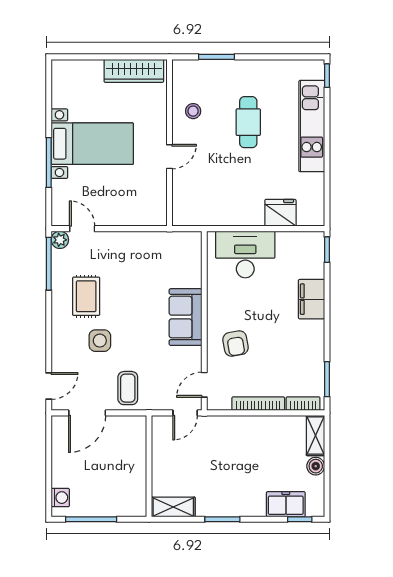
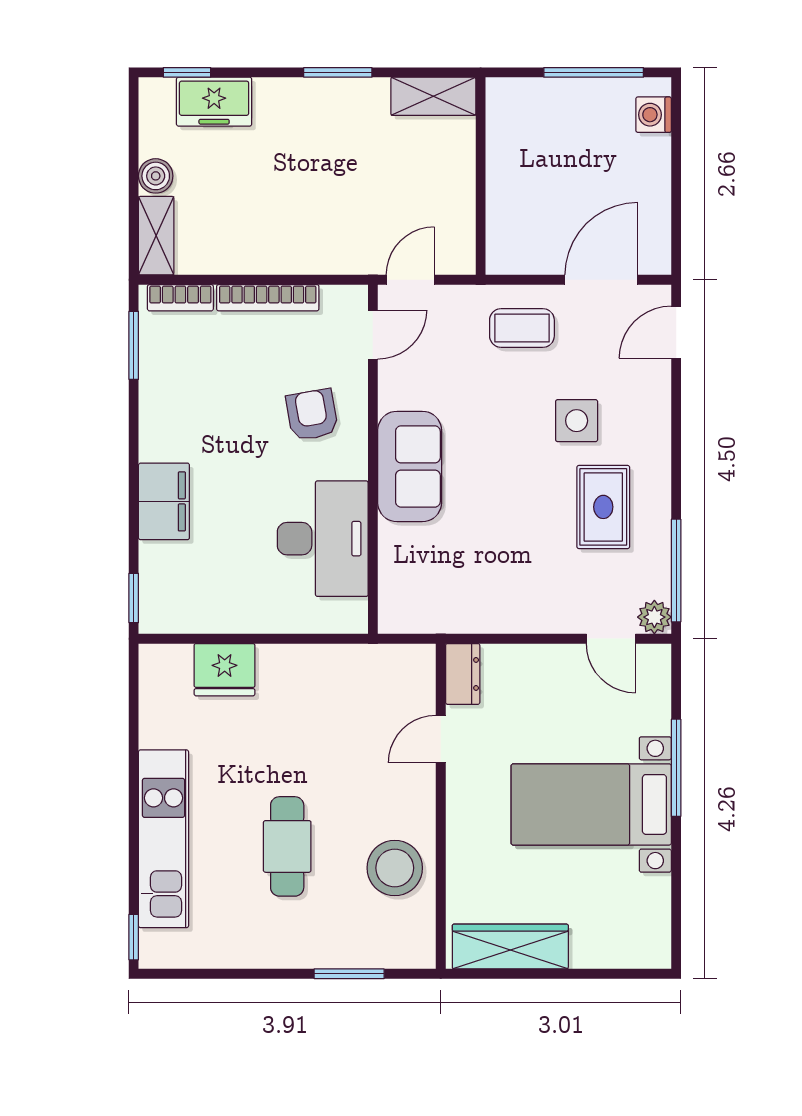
stool: (193, 111) -> (395, 868), width x1.89, depth x1.89
door: (169, 157) -> (441, 739), moved
dresser: (158, 211) -> (463, 674), added
desk: (245, 254) -> (323, 539), moved, turned -90
coffee table: (128, 388) -> (522, 328), turned 90

